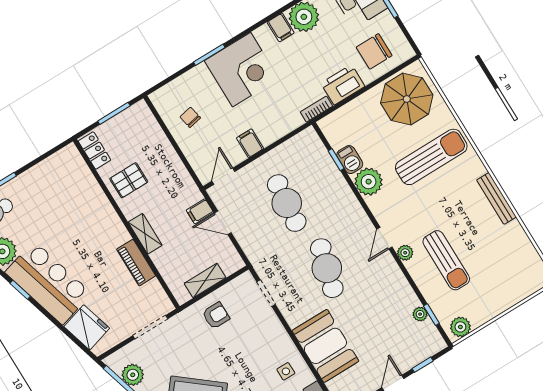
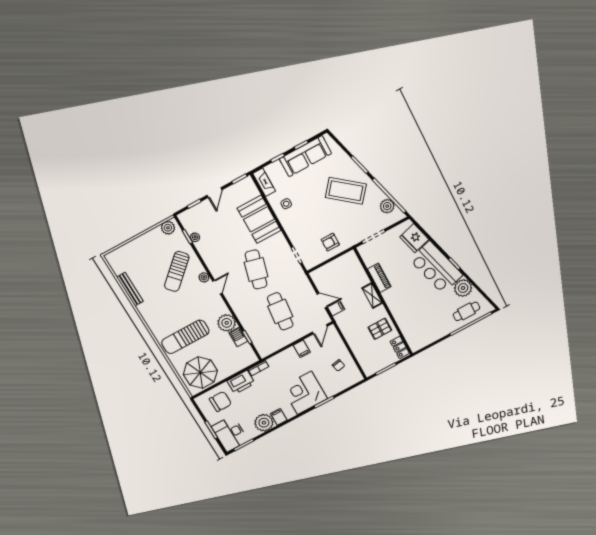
bench: (497, 198) -> (130, 289), moved
sun lounger: (446, 260) -> (177, 271), turned -132
shelving: (205, 281) -> (336, 265), removed

